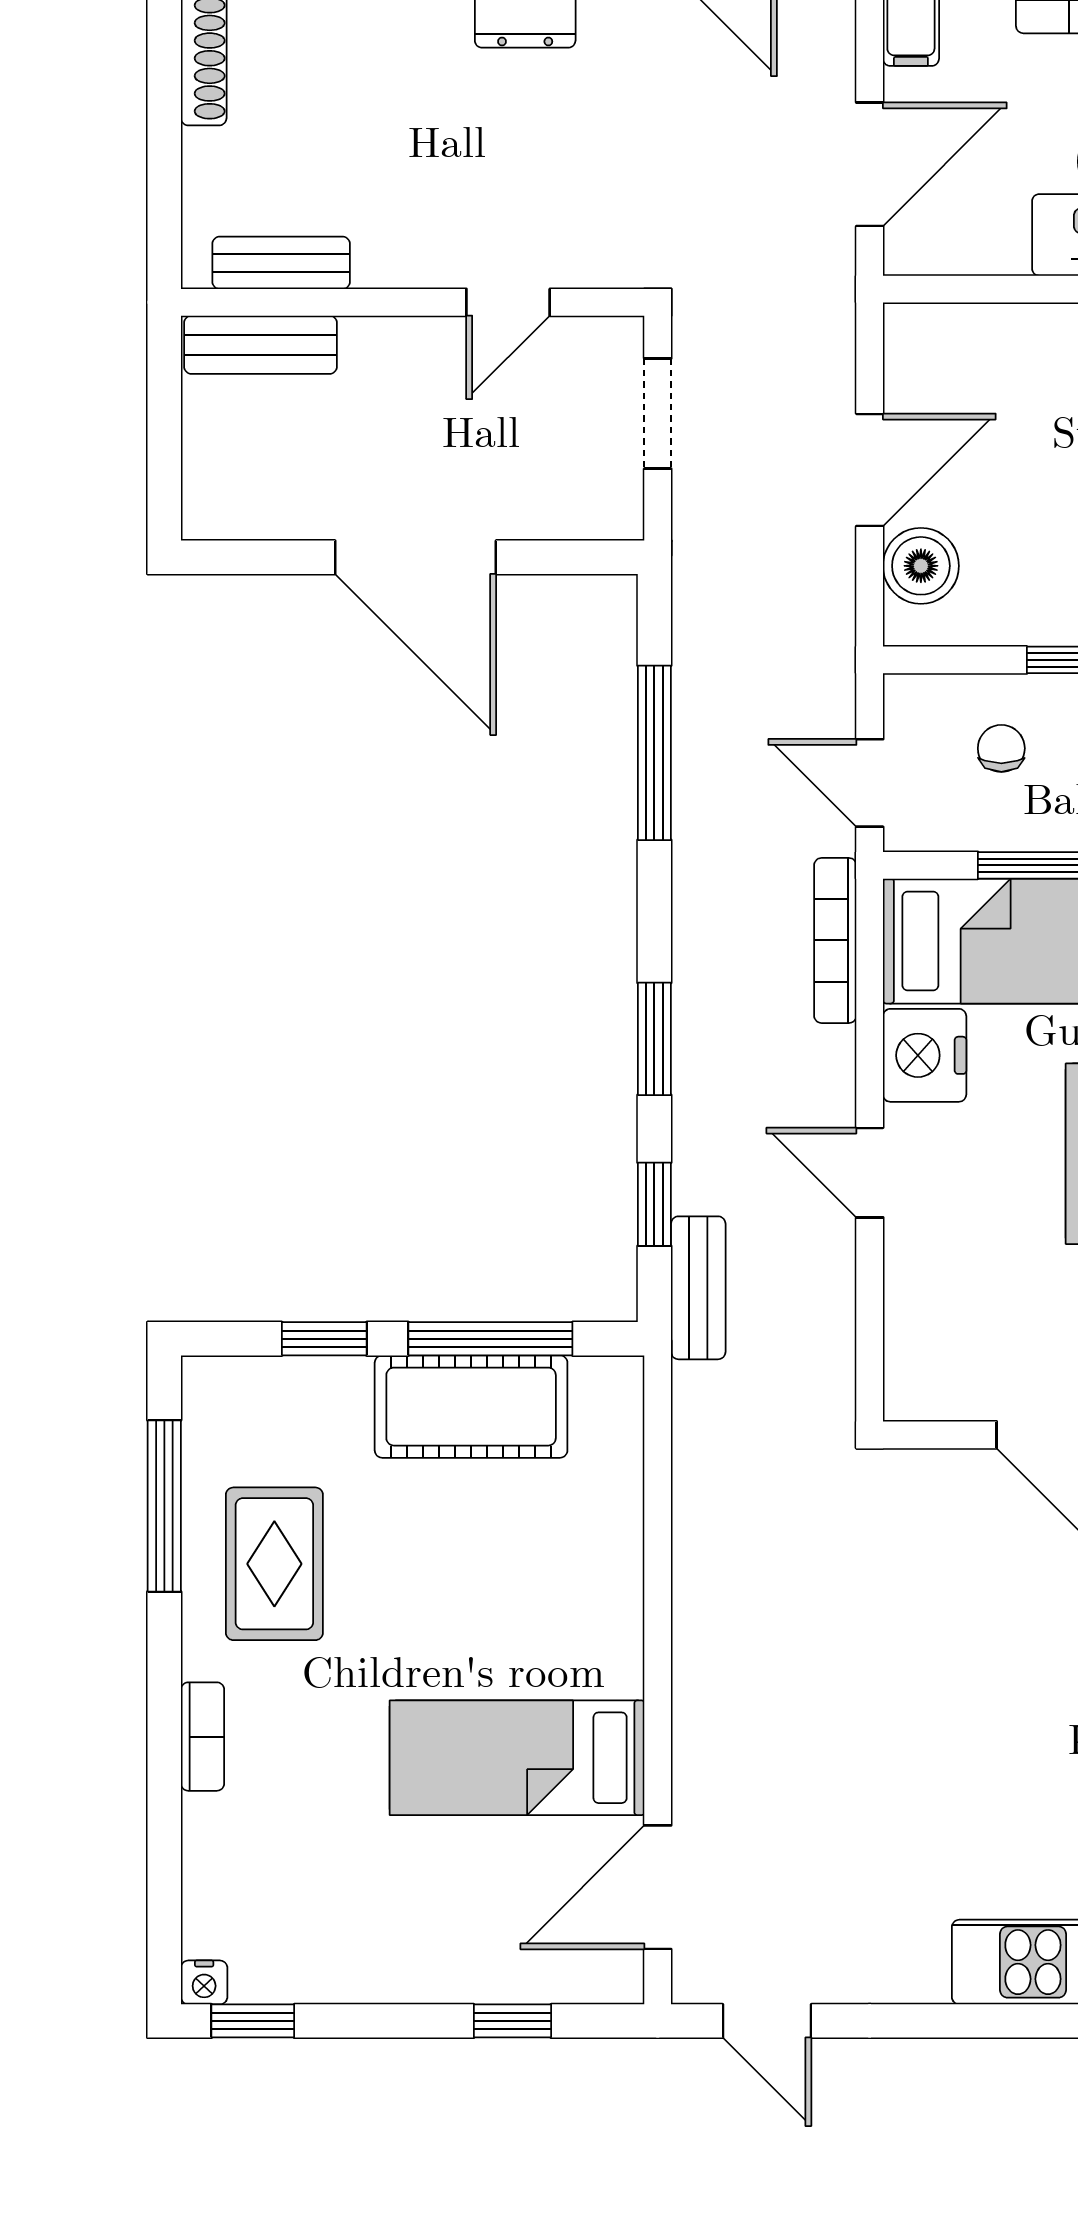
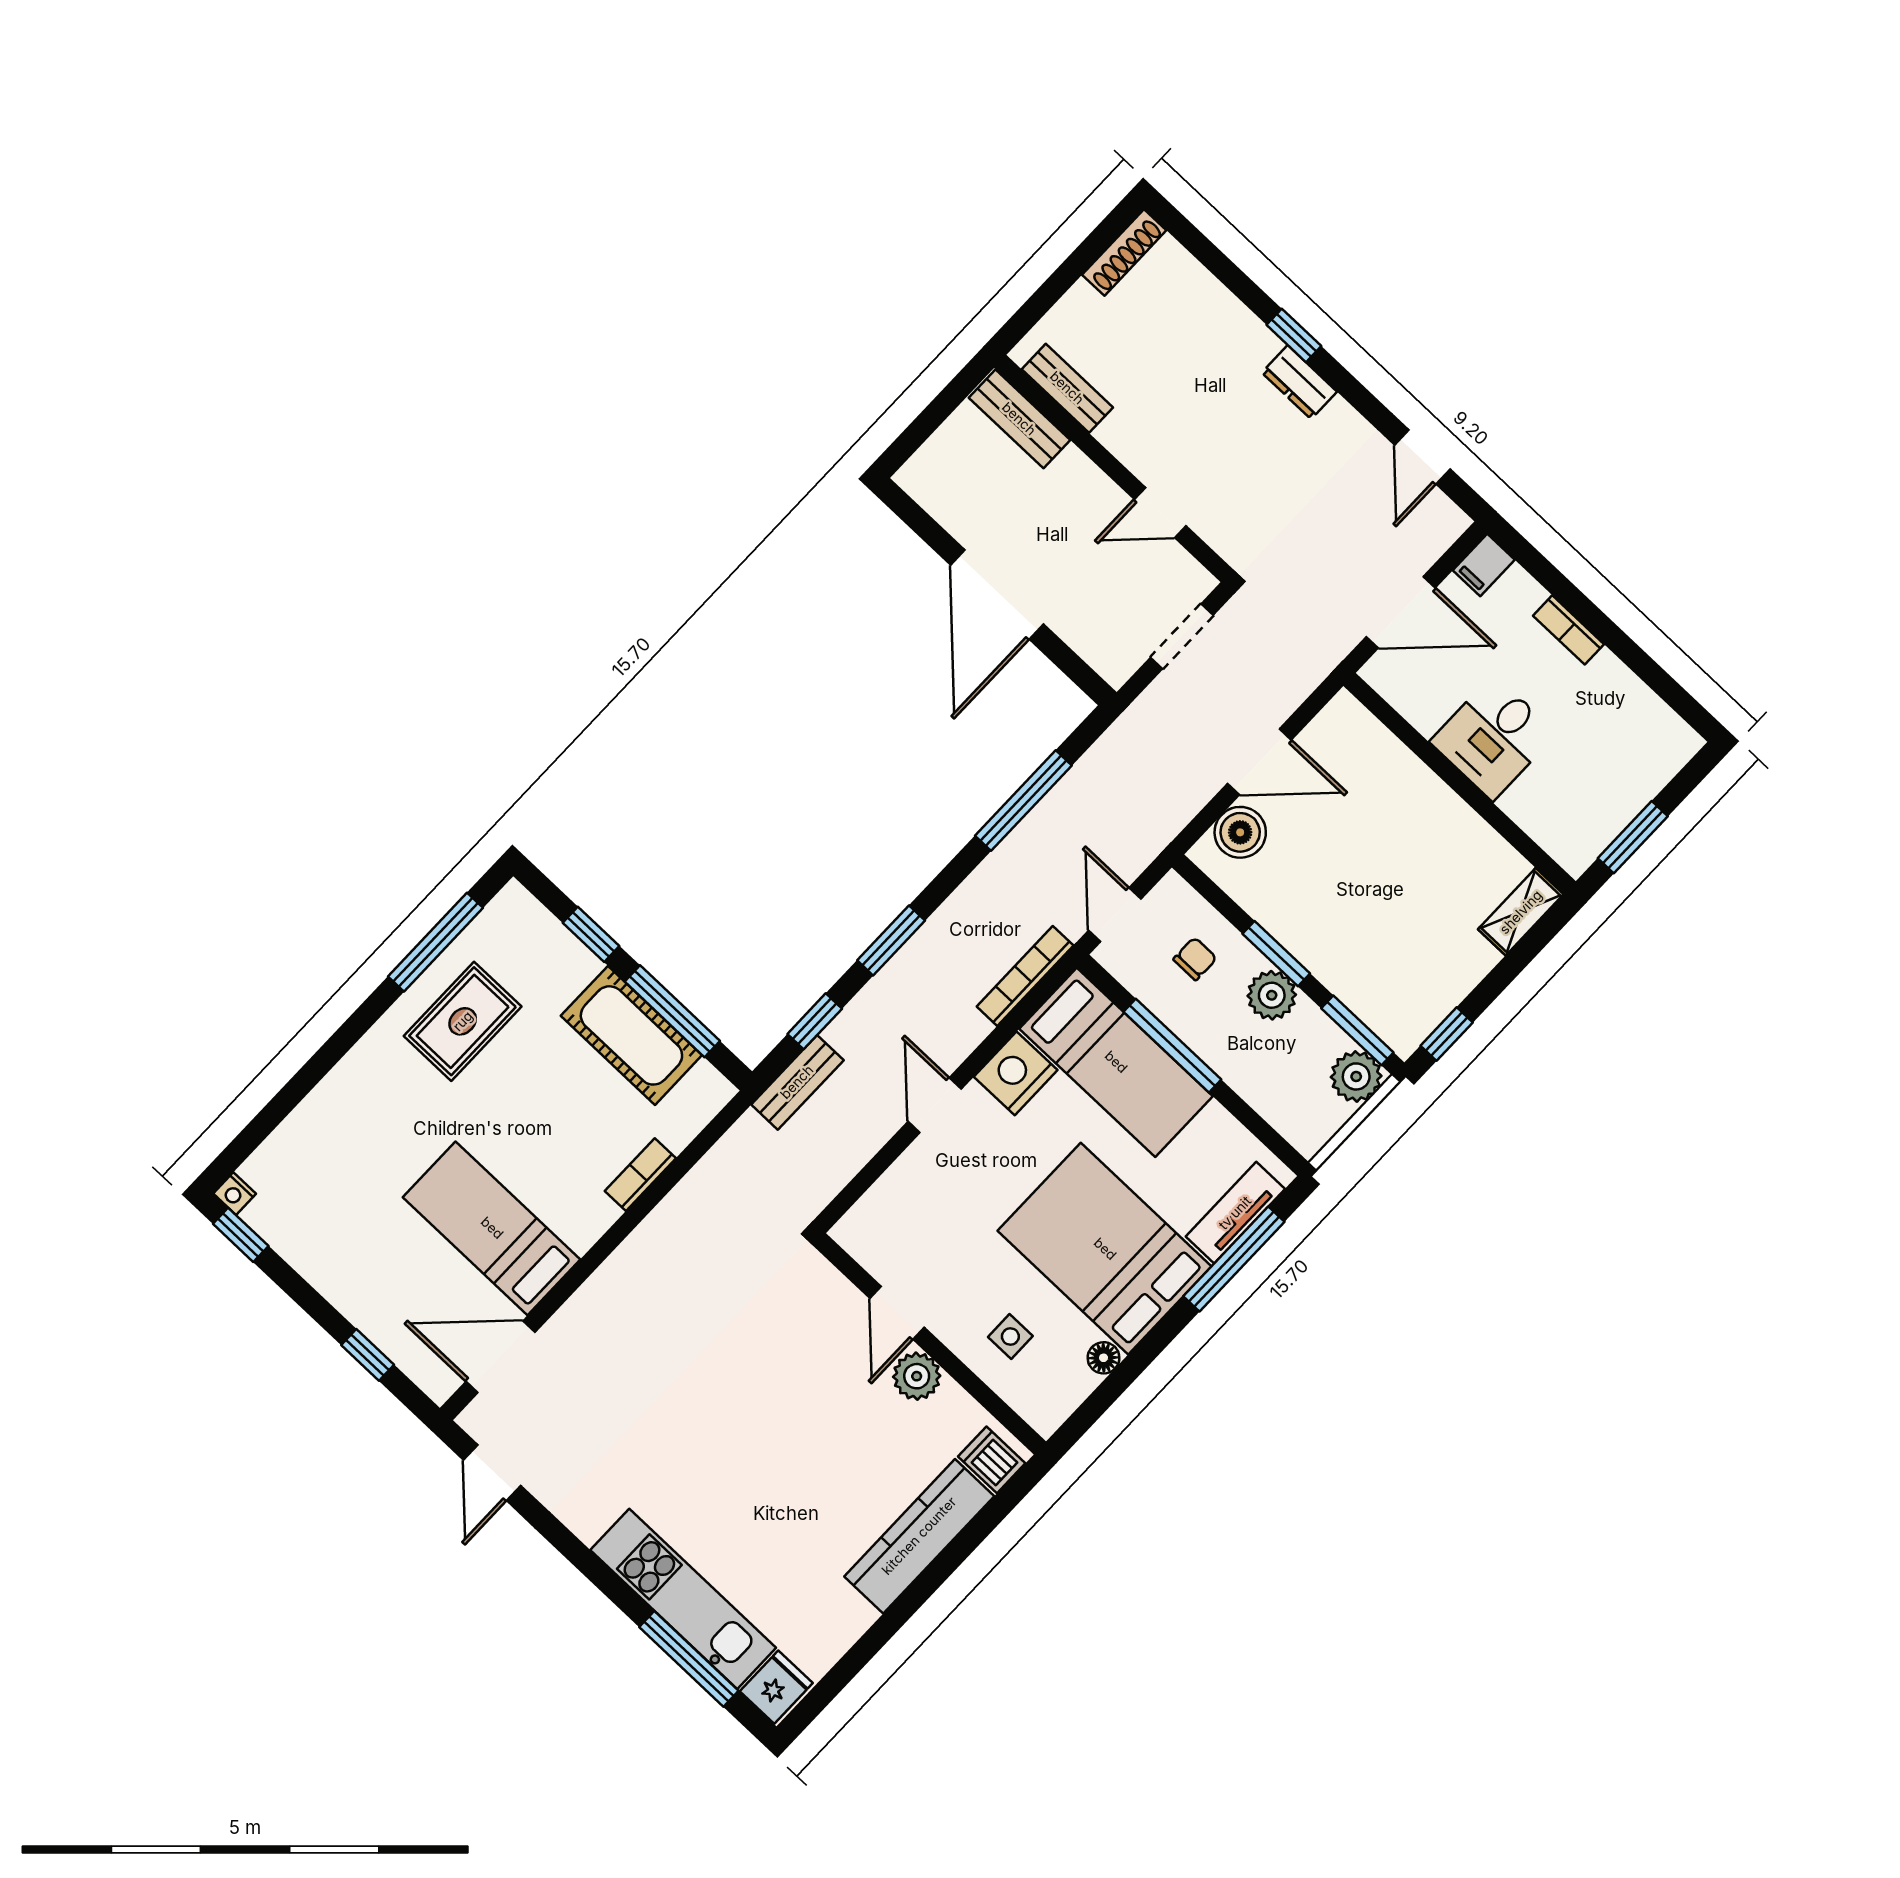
bookcase: (203, 1737) -> (640, 1175), moved, turned 180

